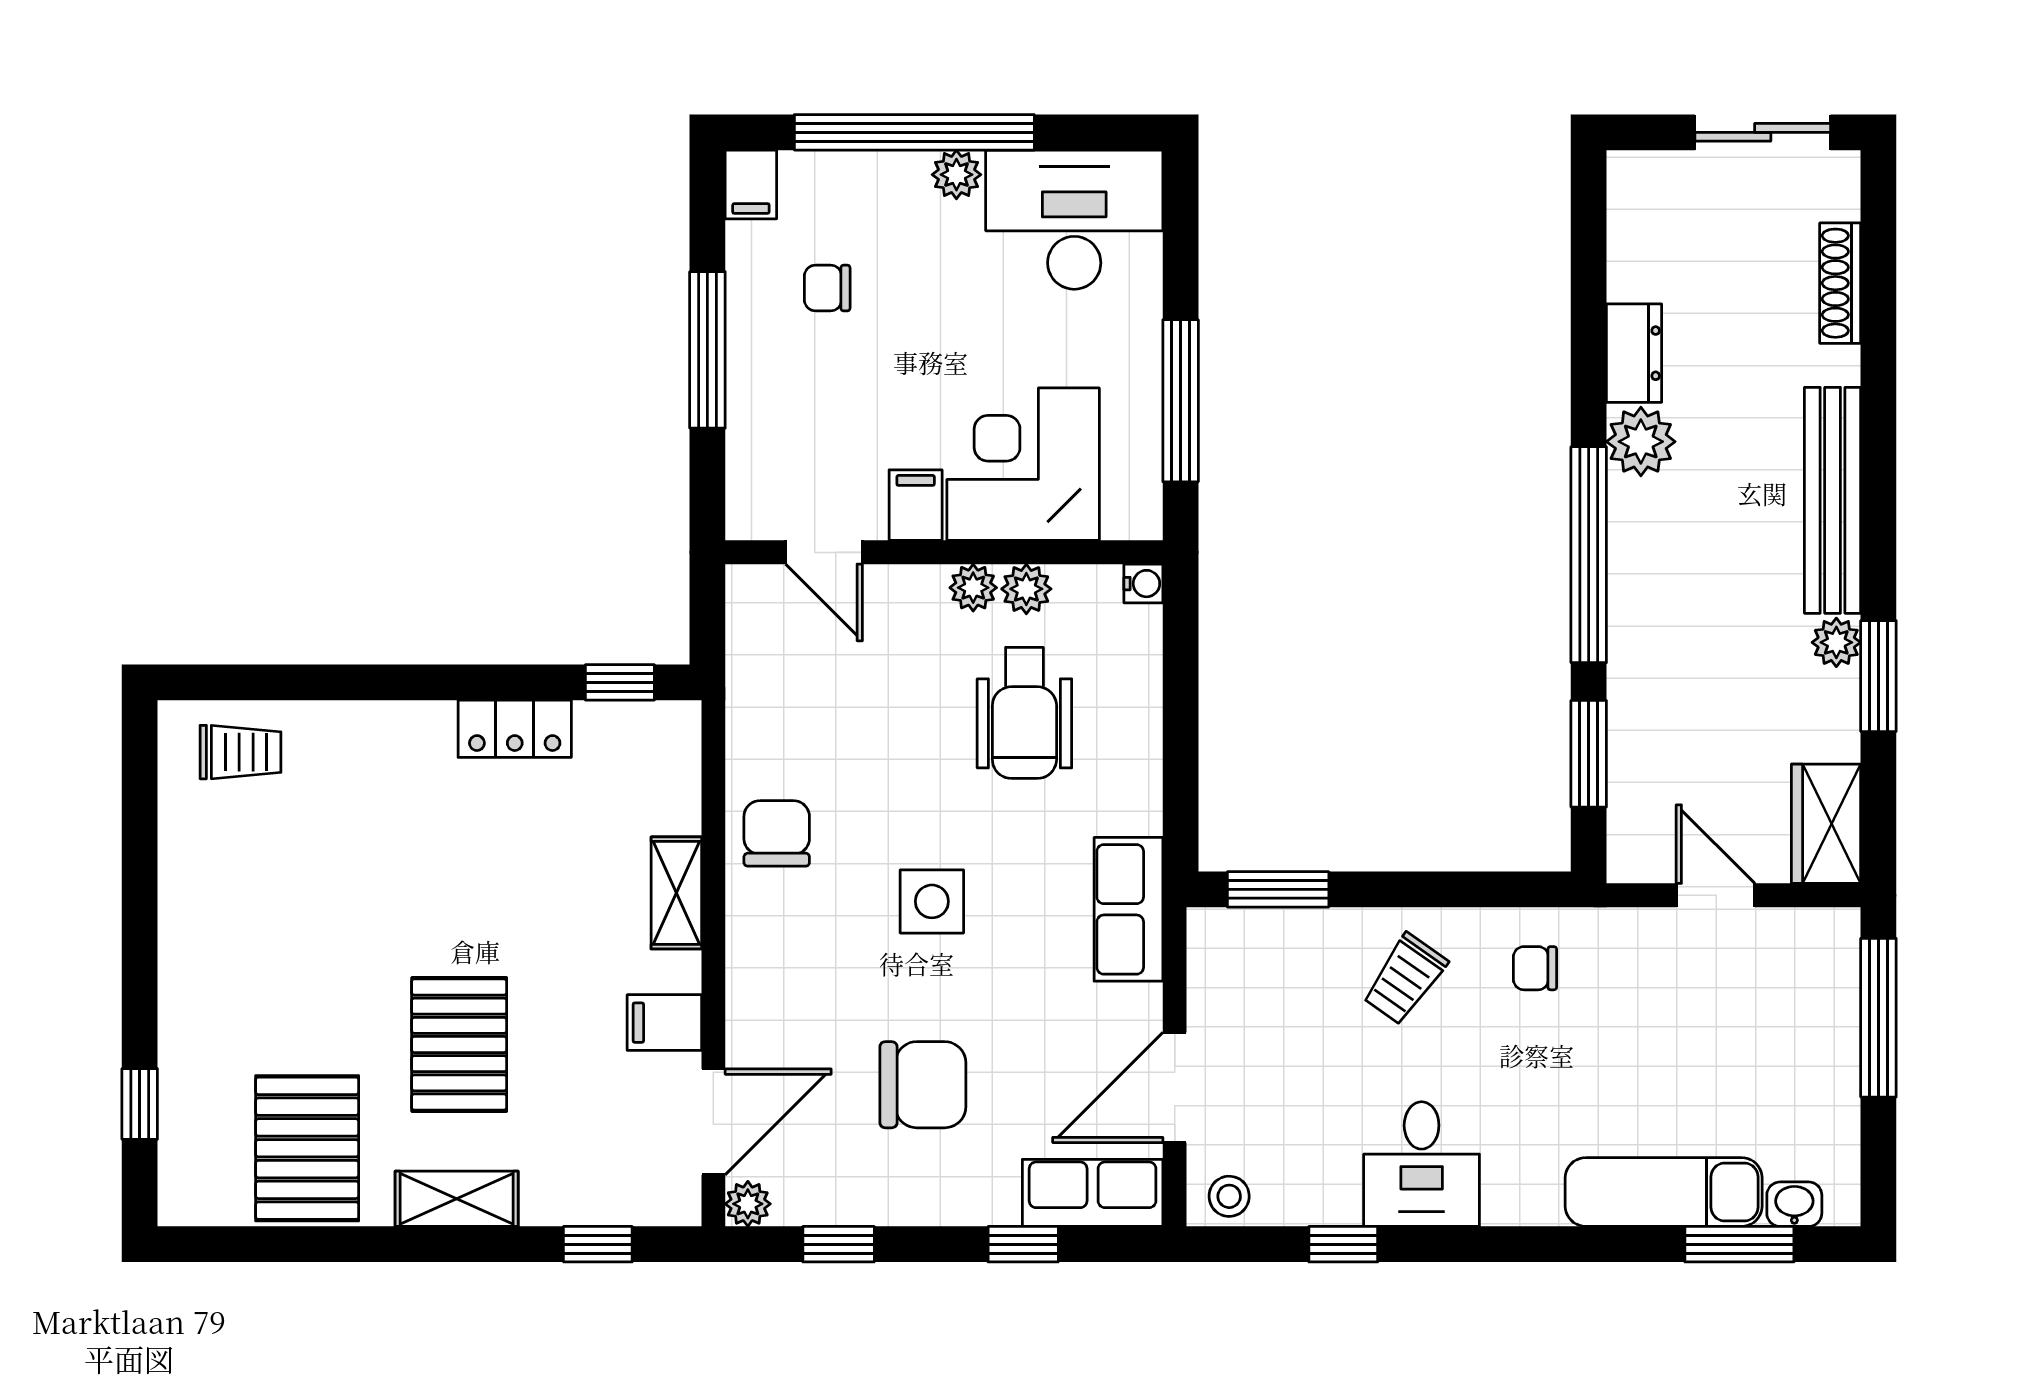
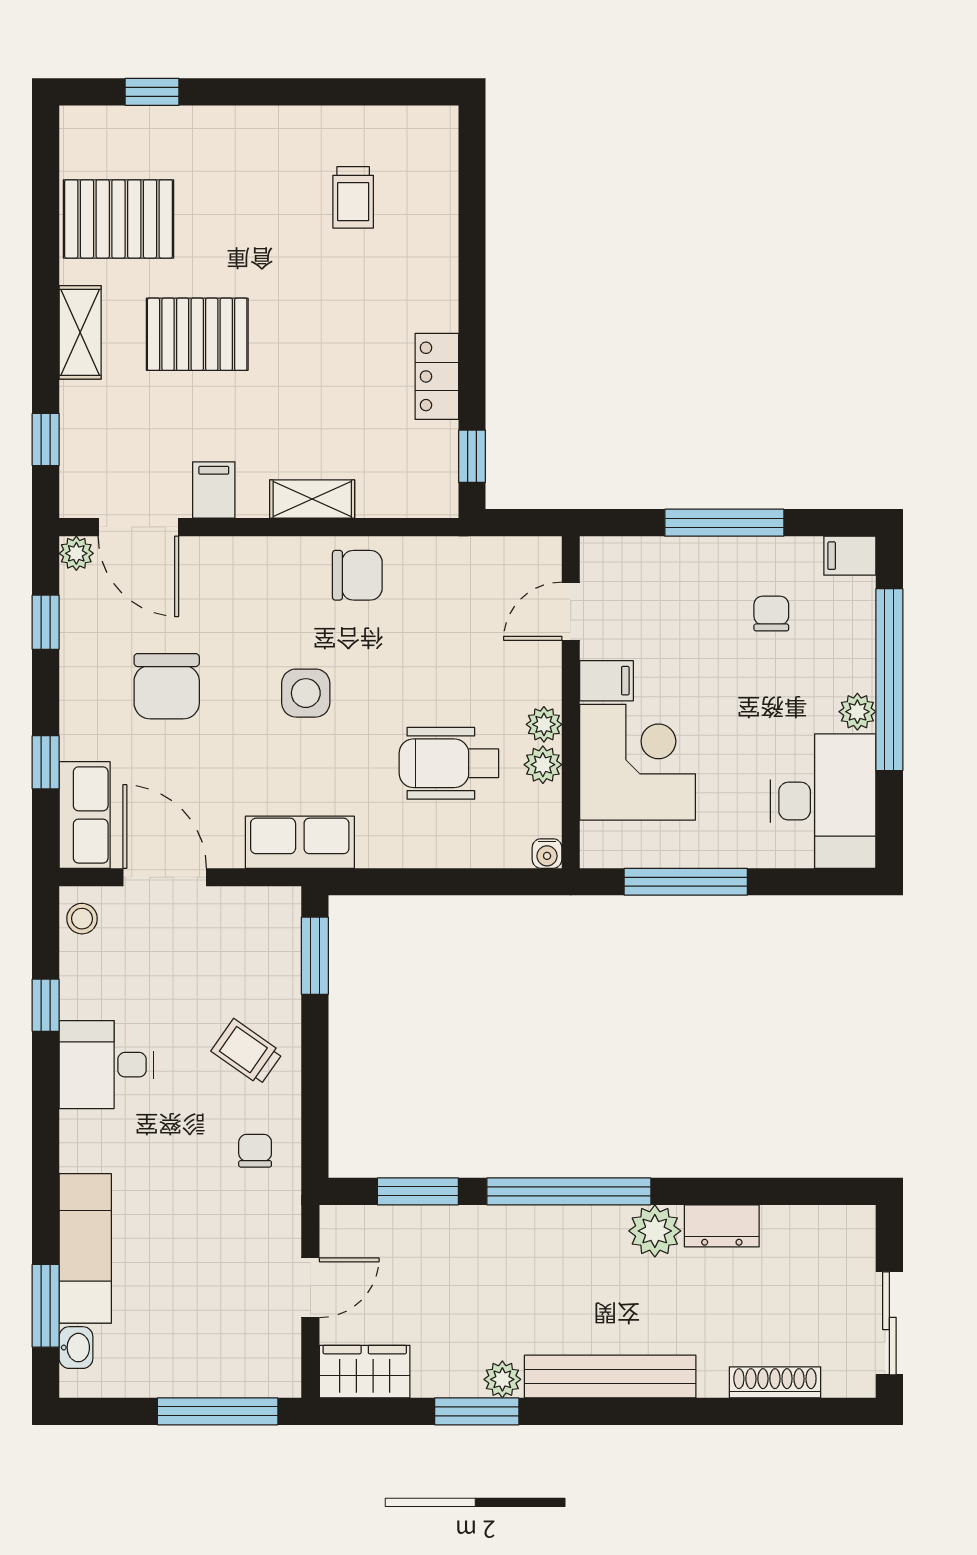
trolley: (240, 752) -> (353, 197), moved

